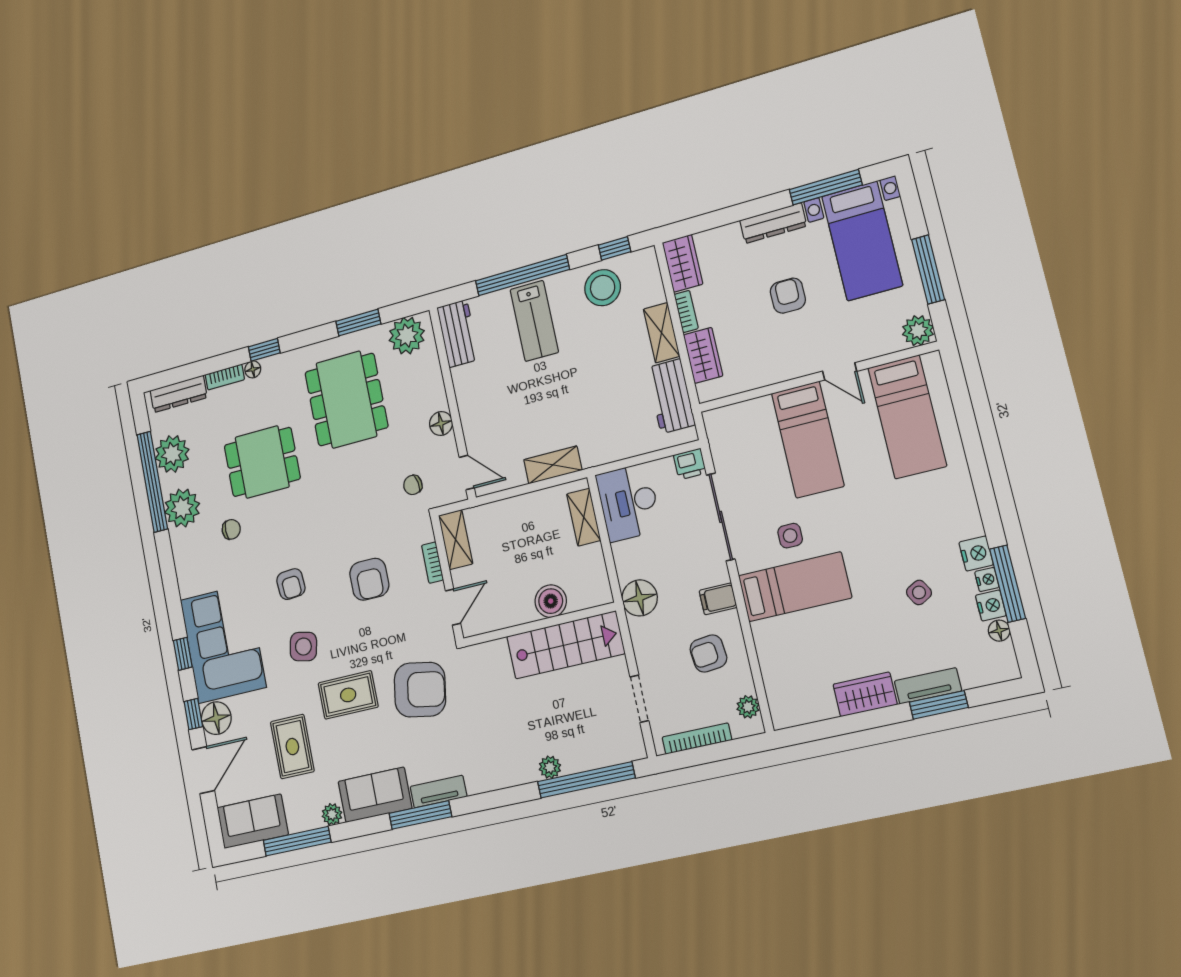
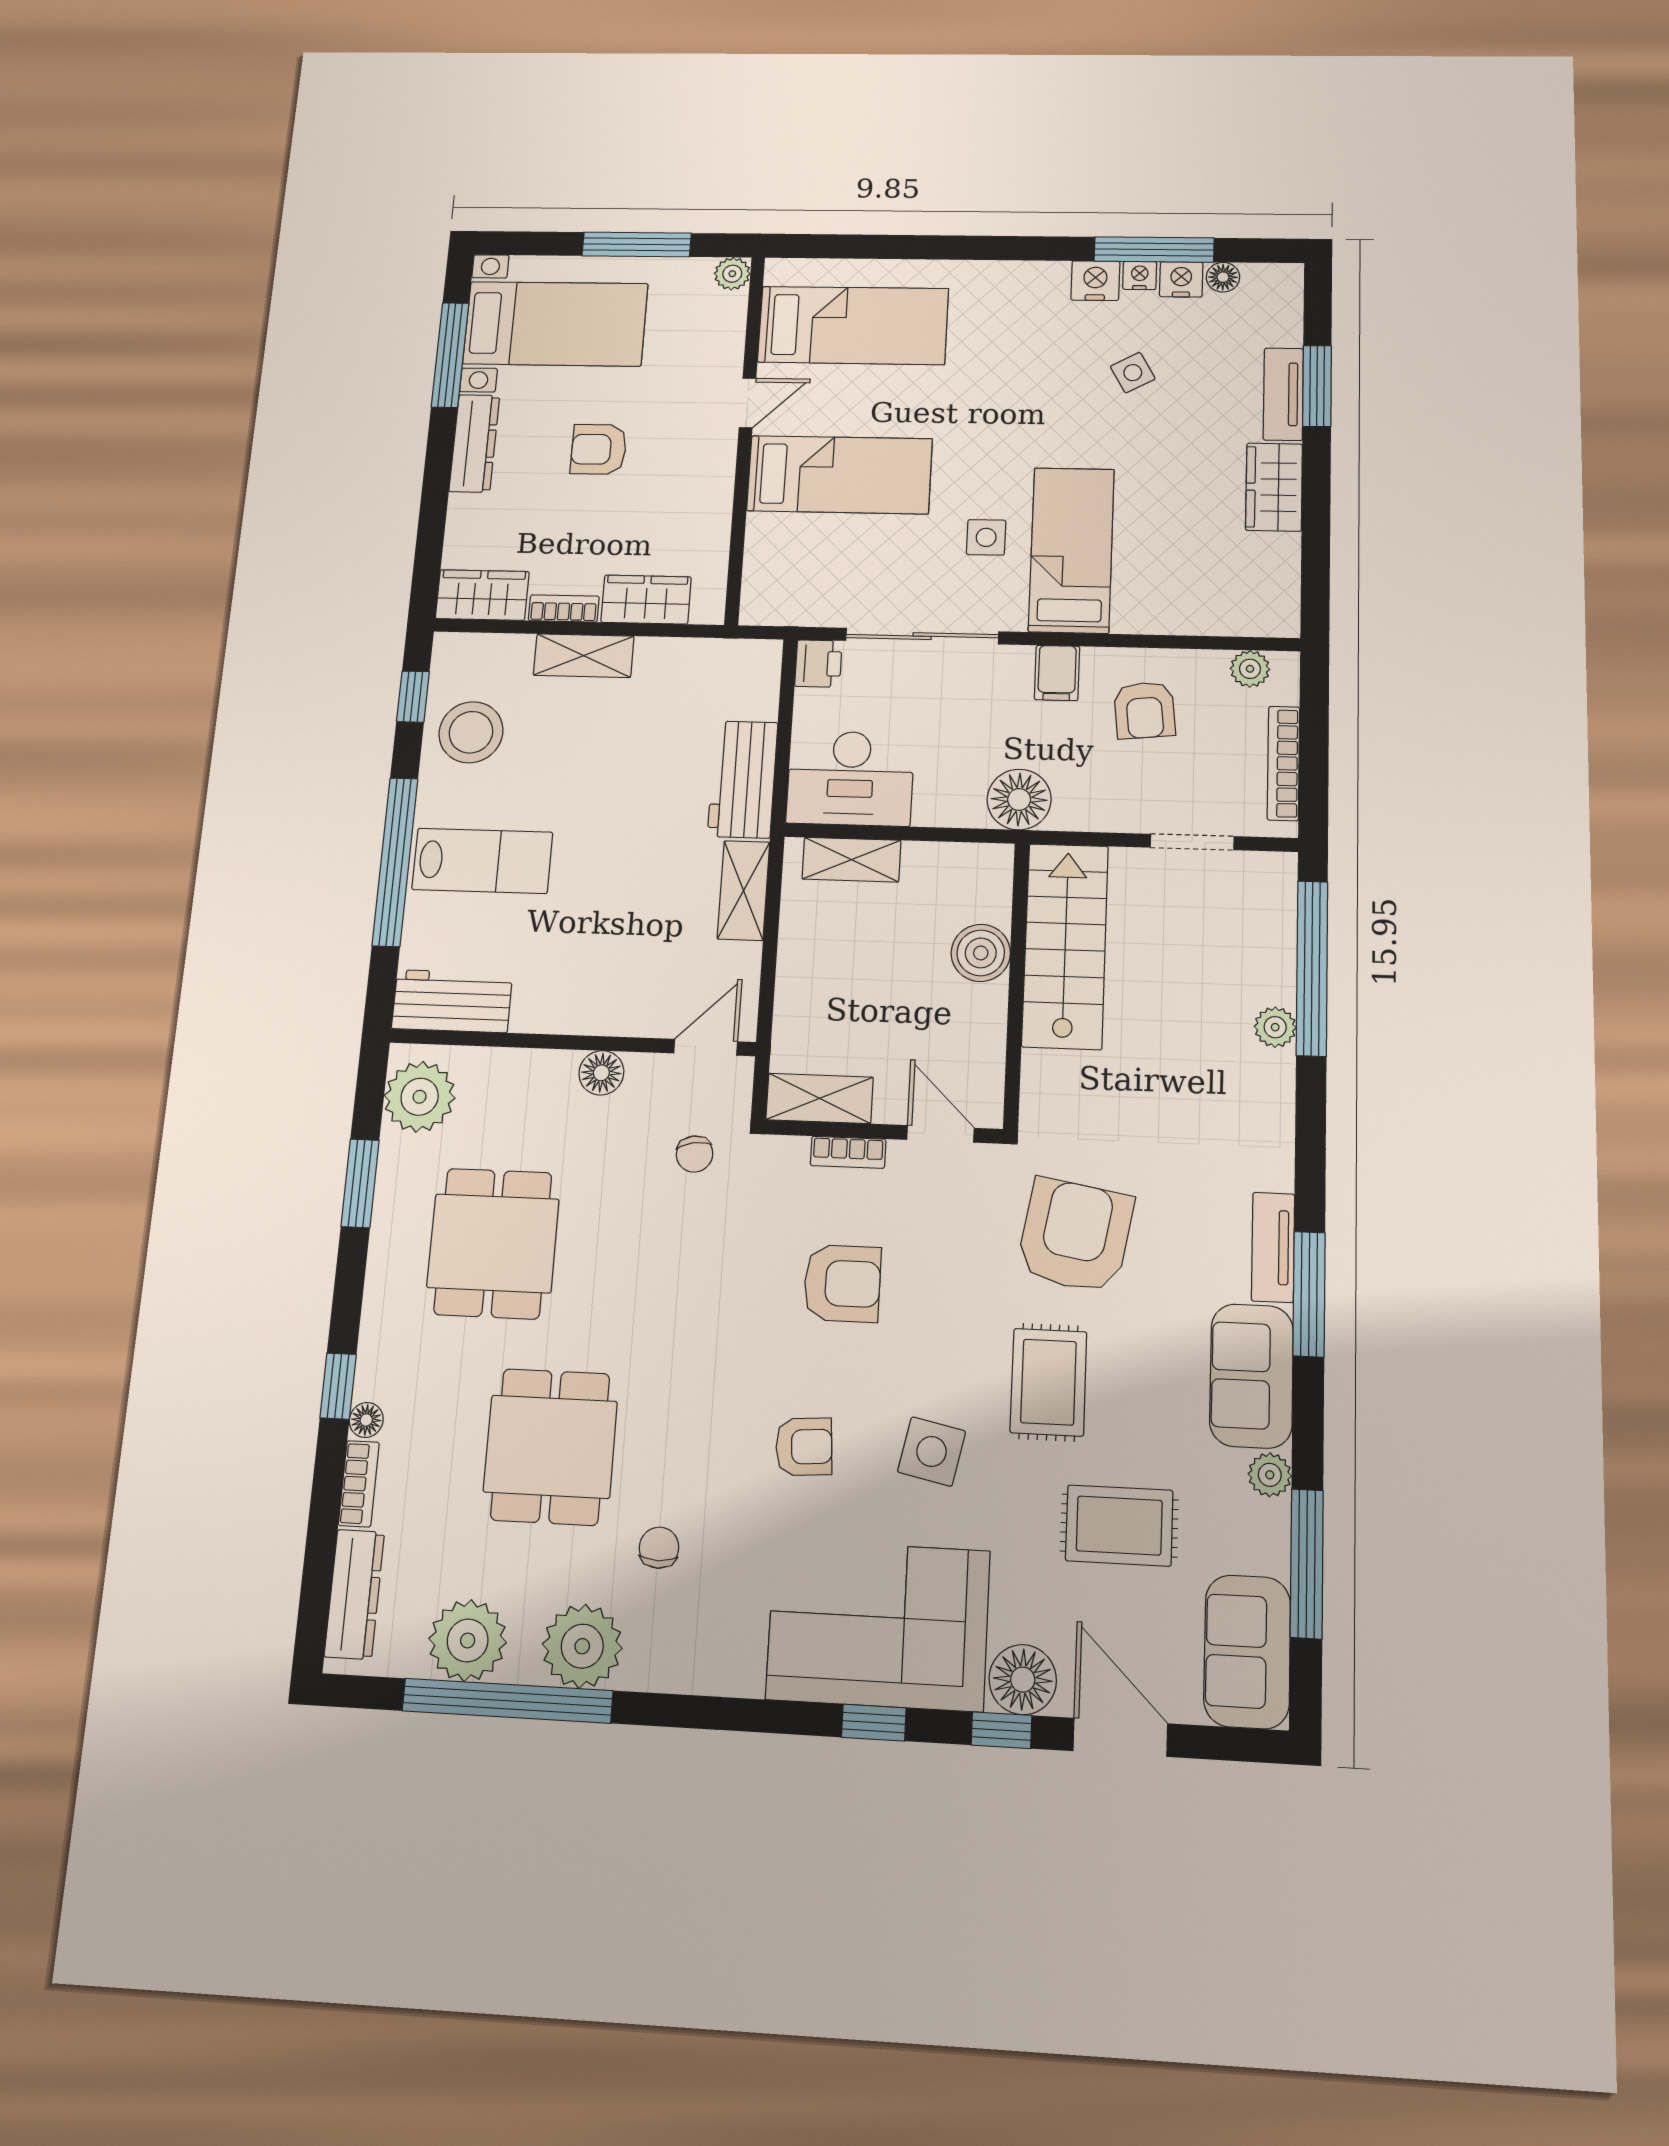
plant: (918, 331) -> (732, 274), width x0.73, depth x0.73
workbench: (671, 396) -> (743, 779), moved, turned 90
dining table: (346, 400) -> (493, 1243), width x0.73

